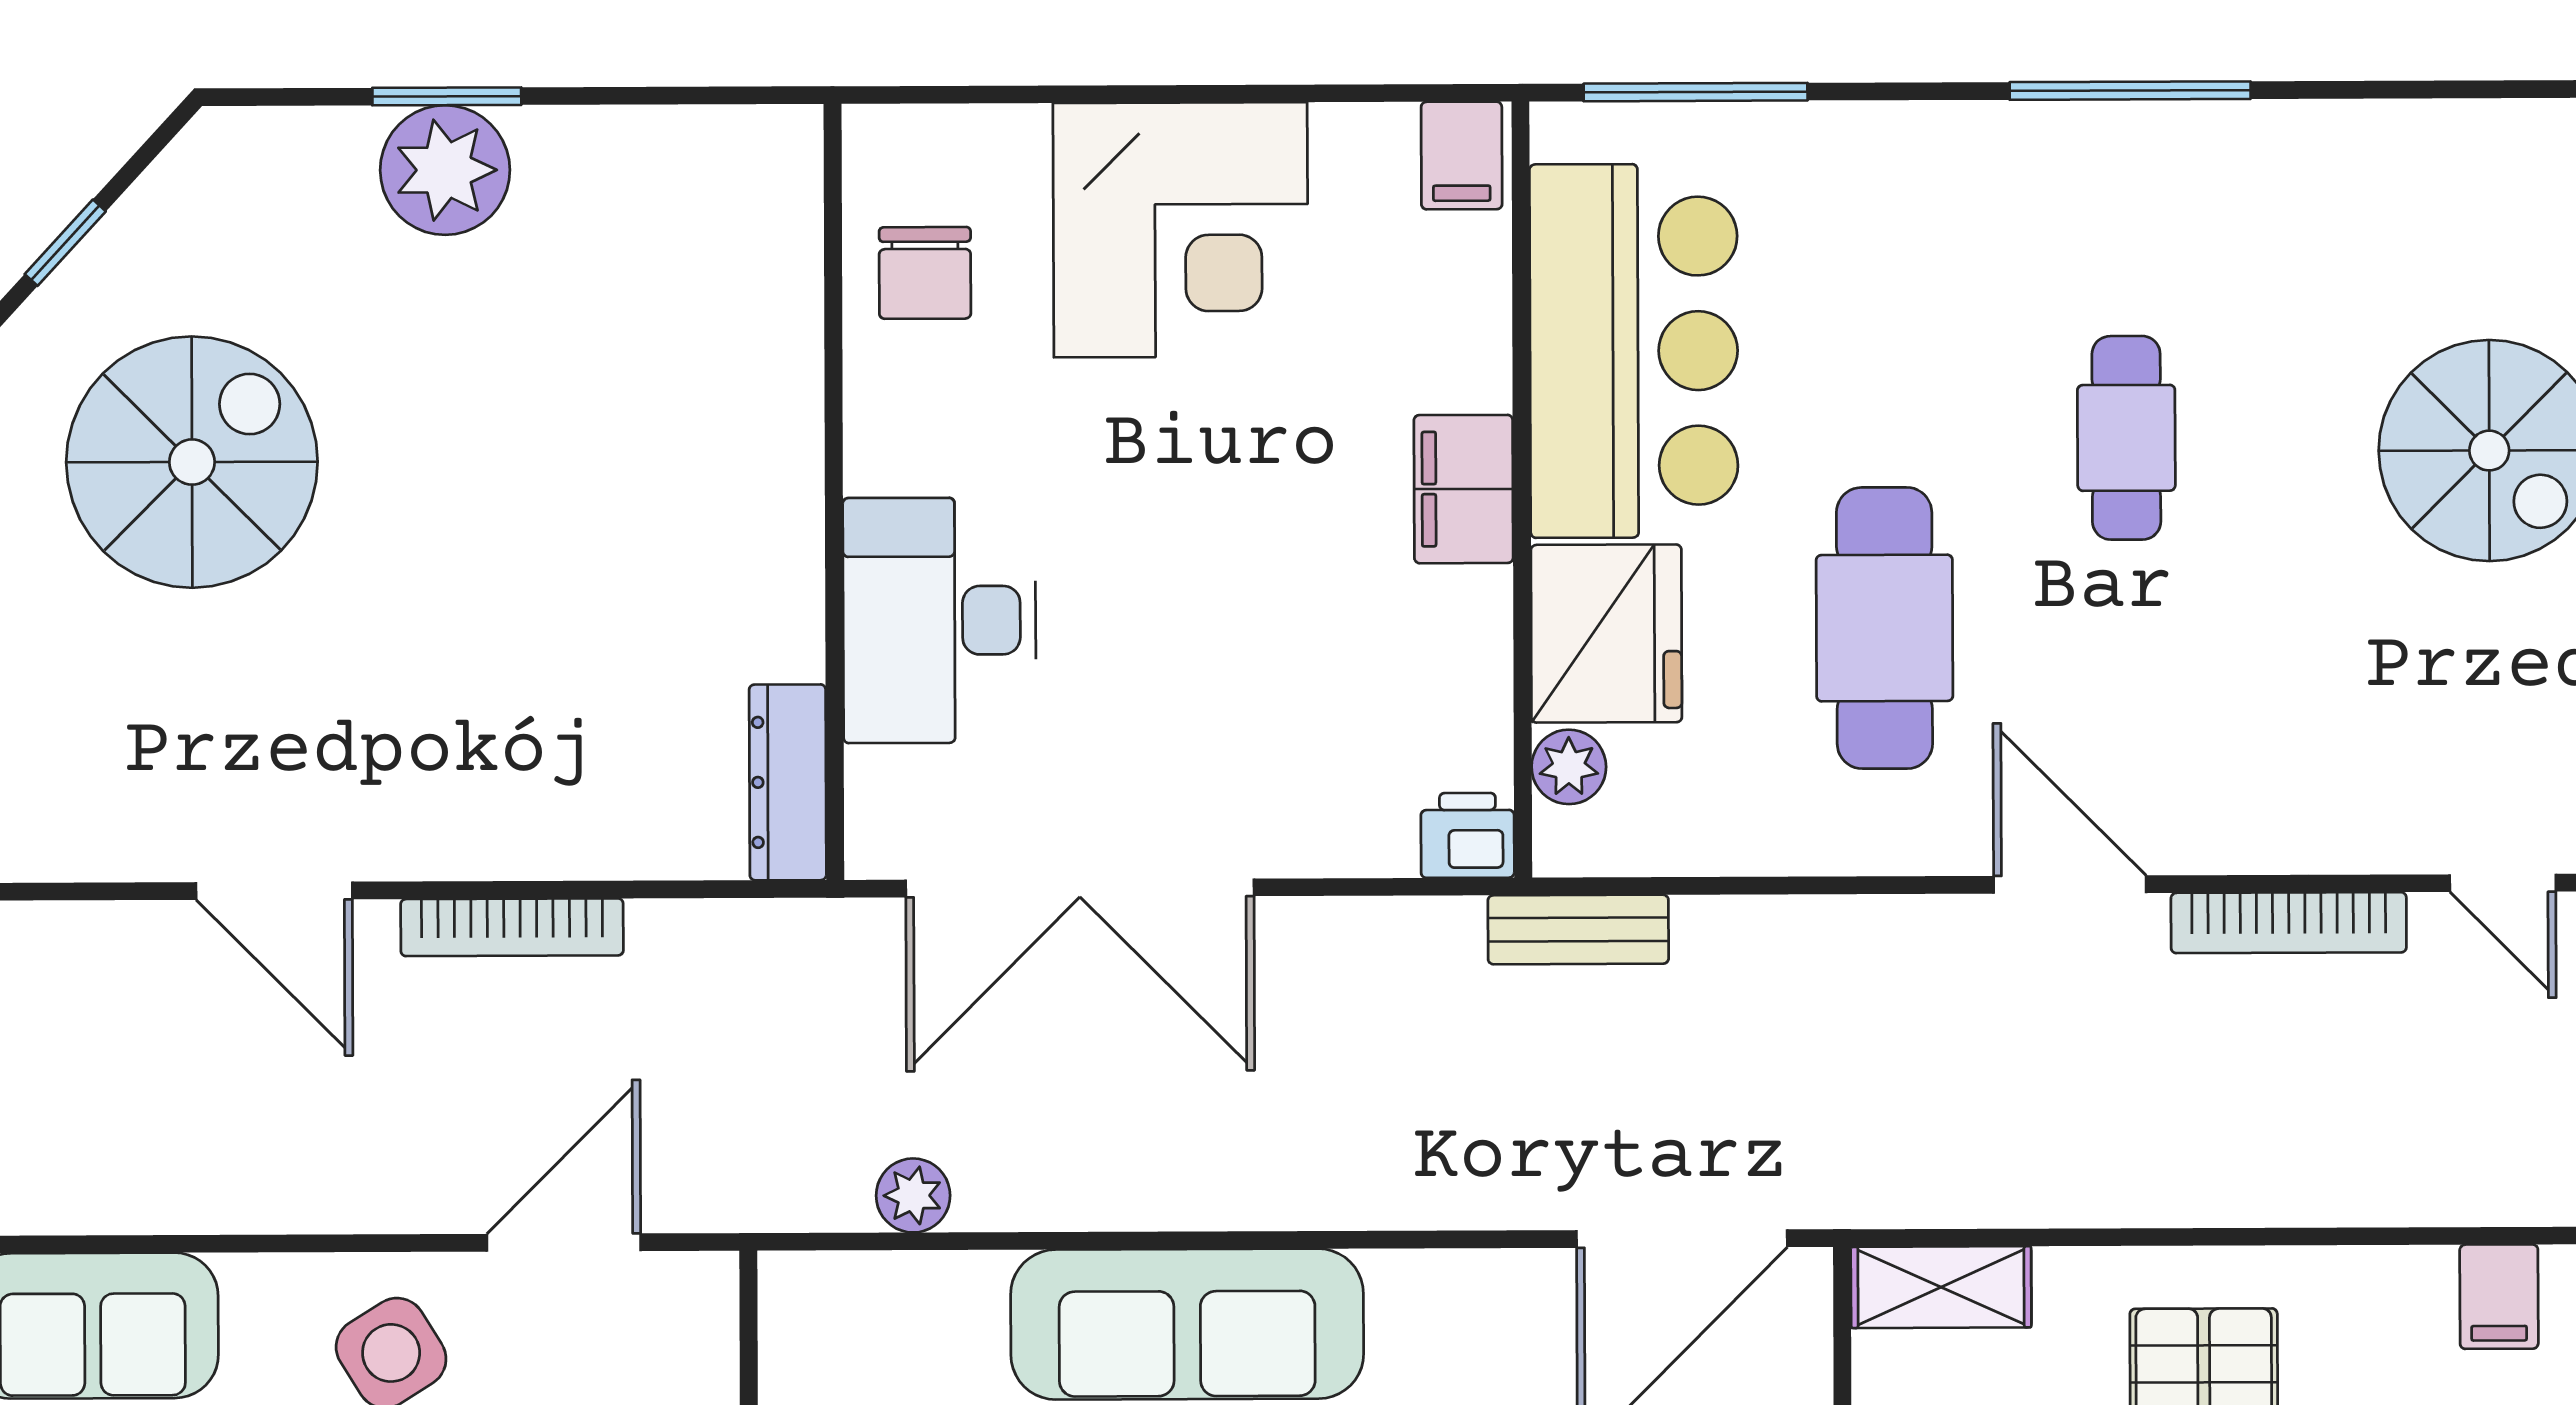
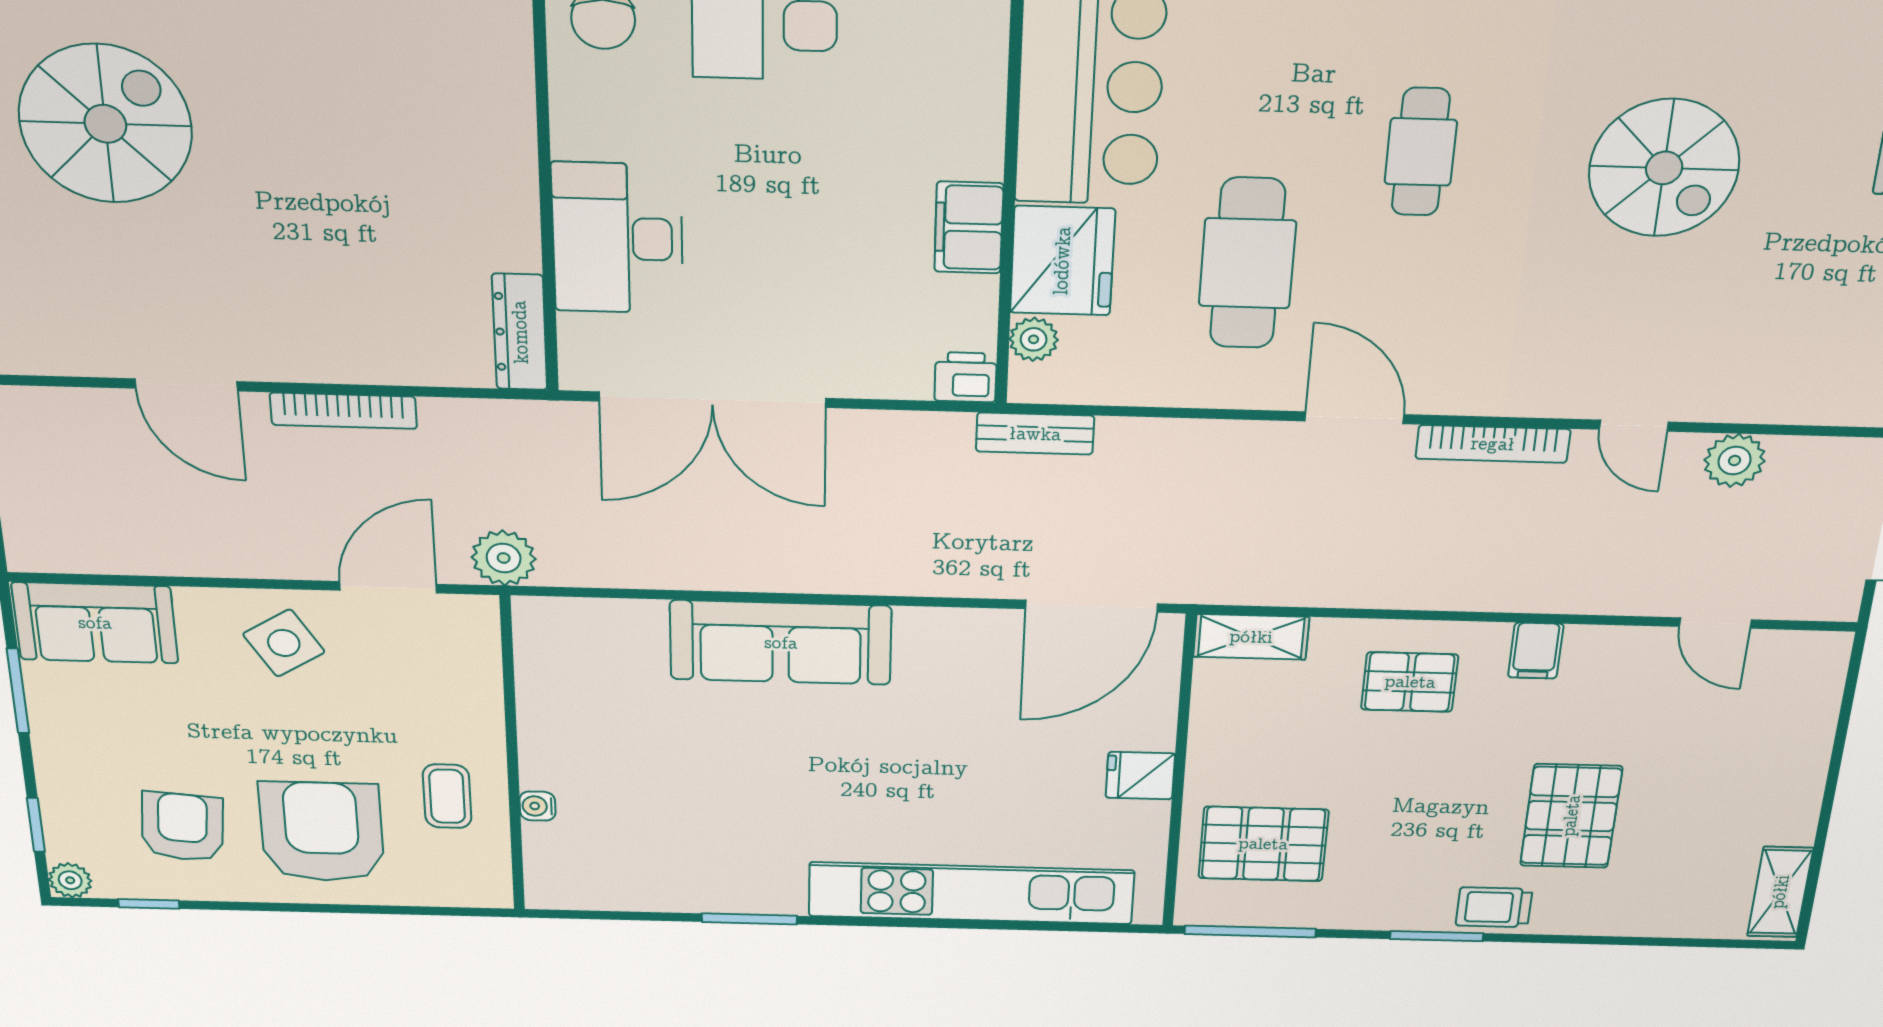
filing cabinet: (1464, 489) -> (969, 228), moved
plant: (913, 1195) -> (504, 558), moved, width x1.38, depth x1.38
filing cabinet: (2499, 1297) -> (1536, 651), moved

